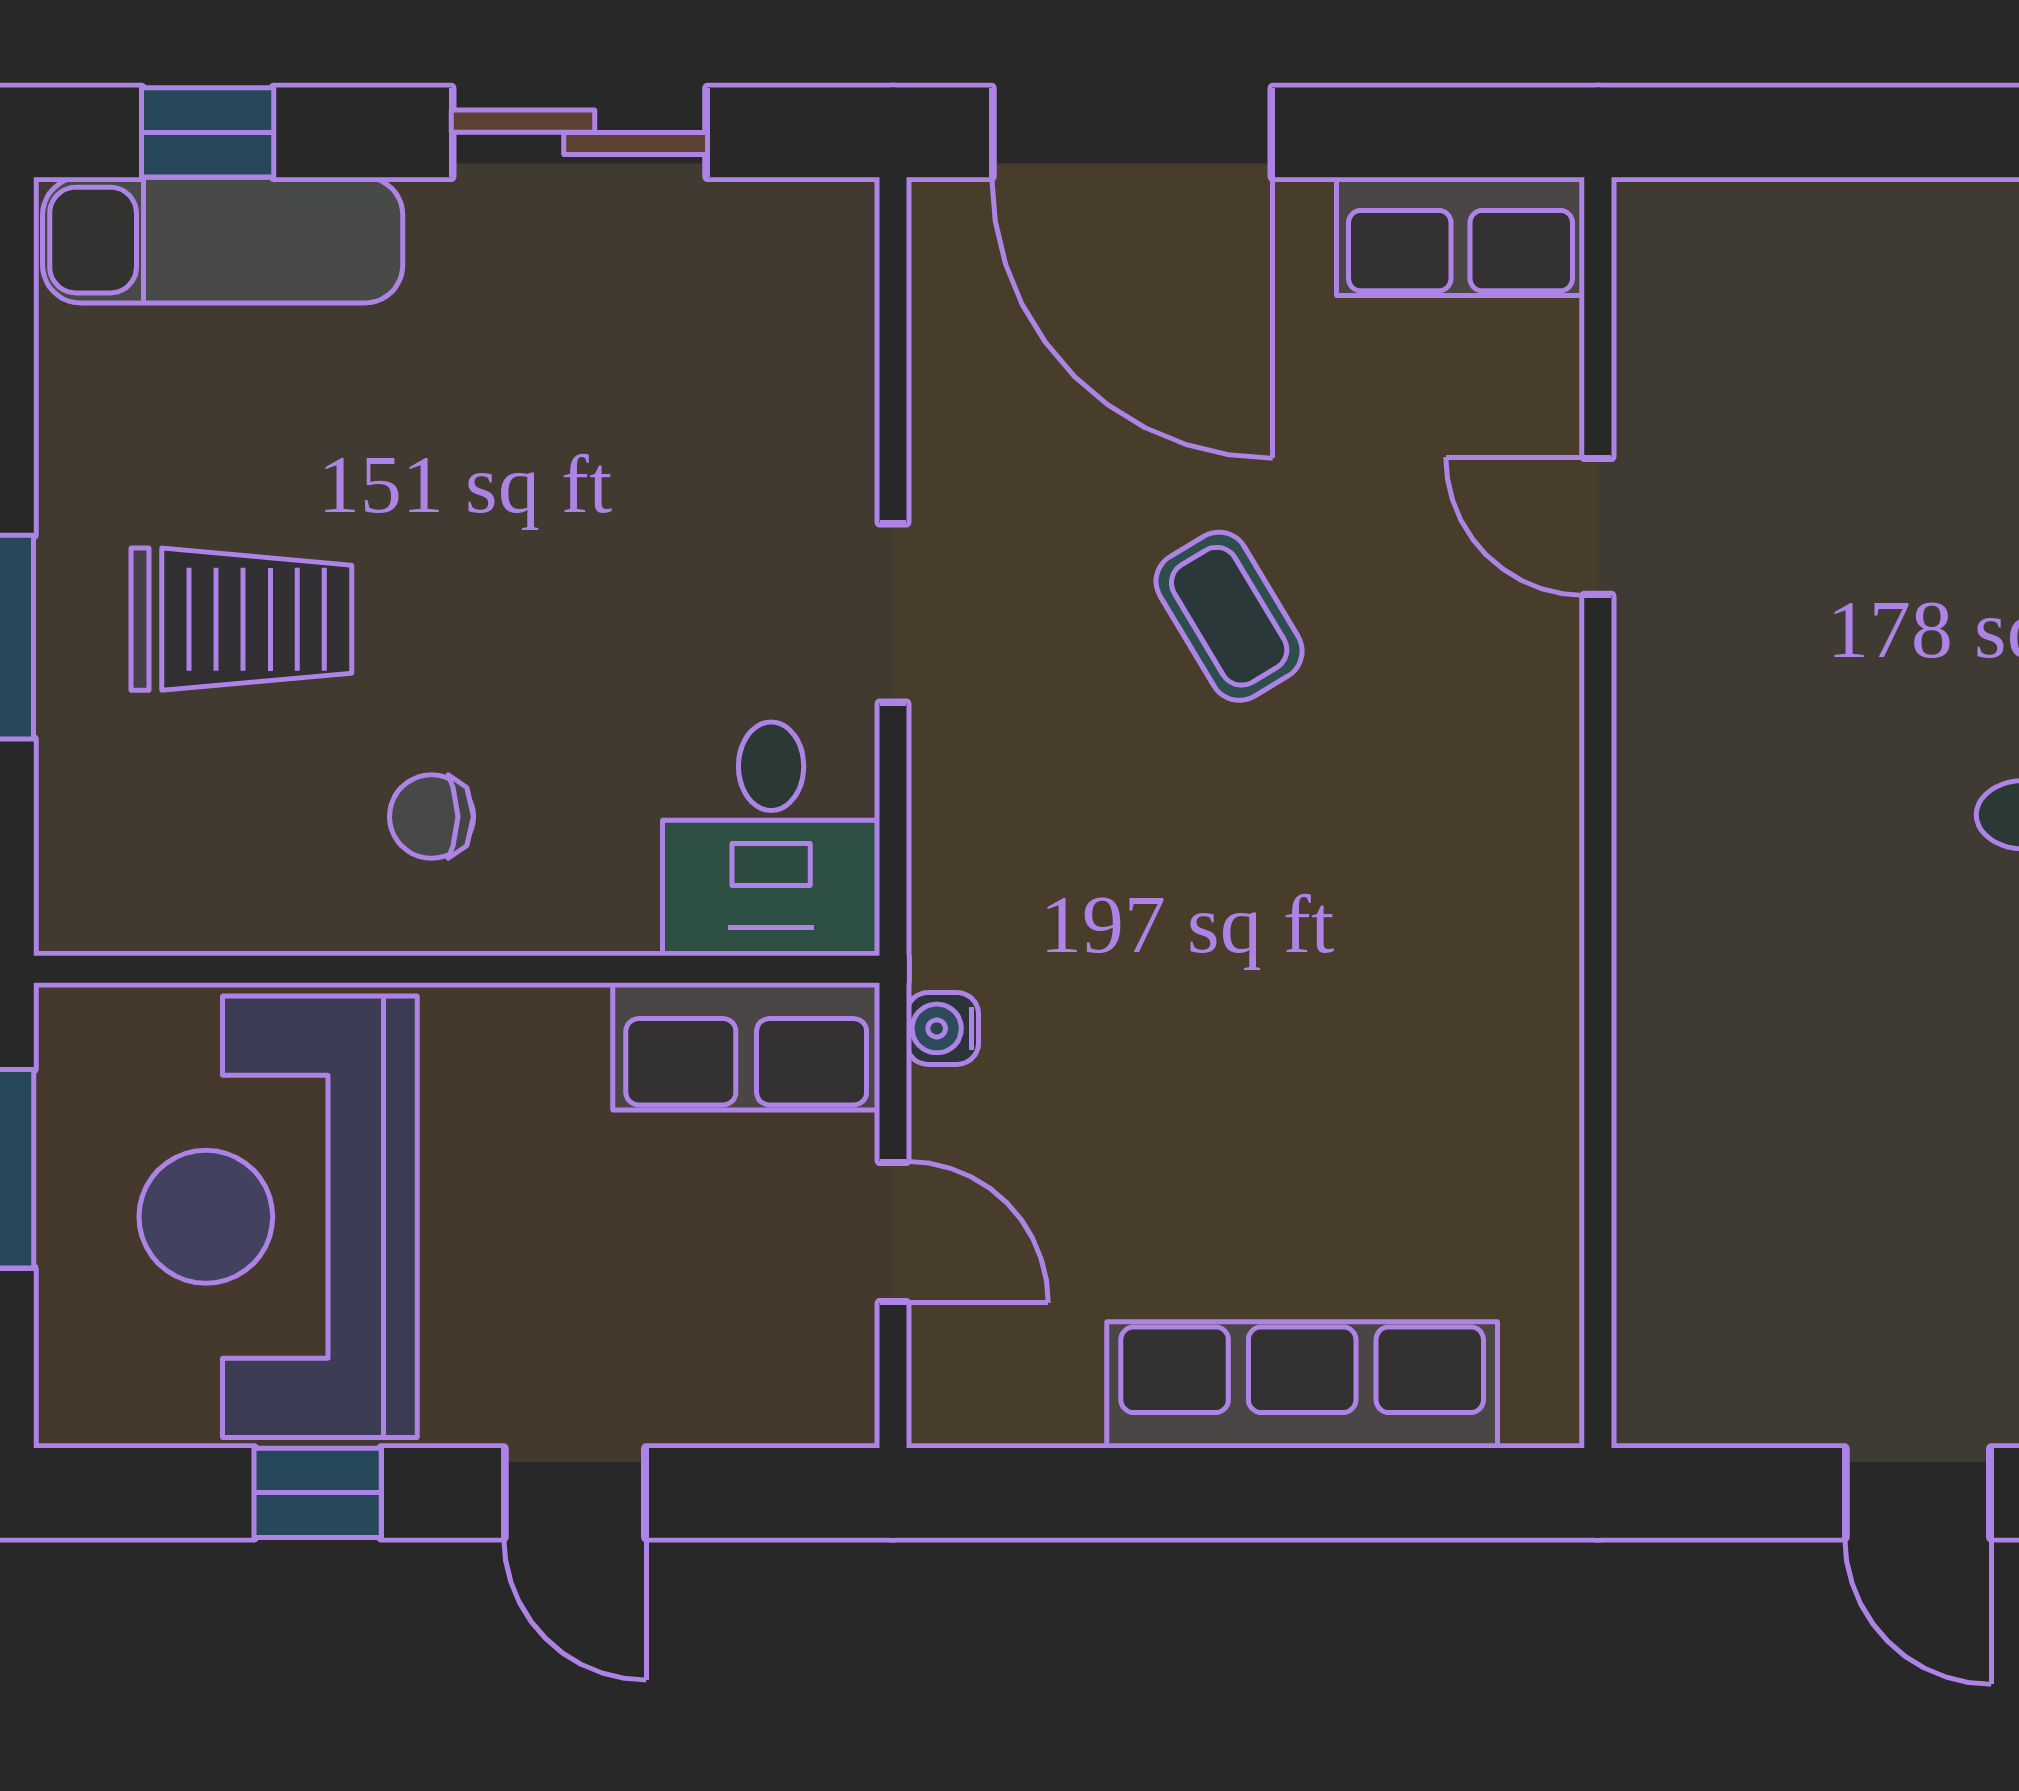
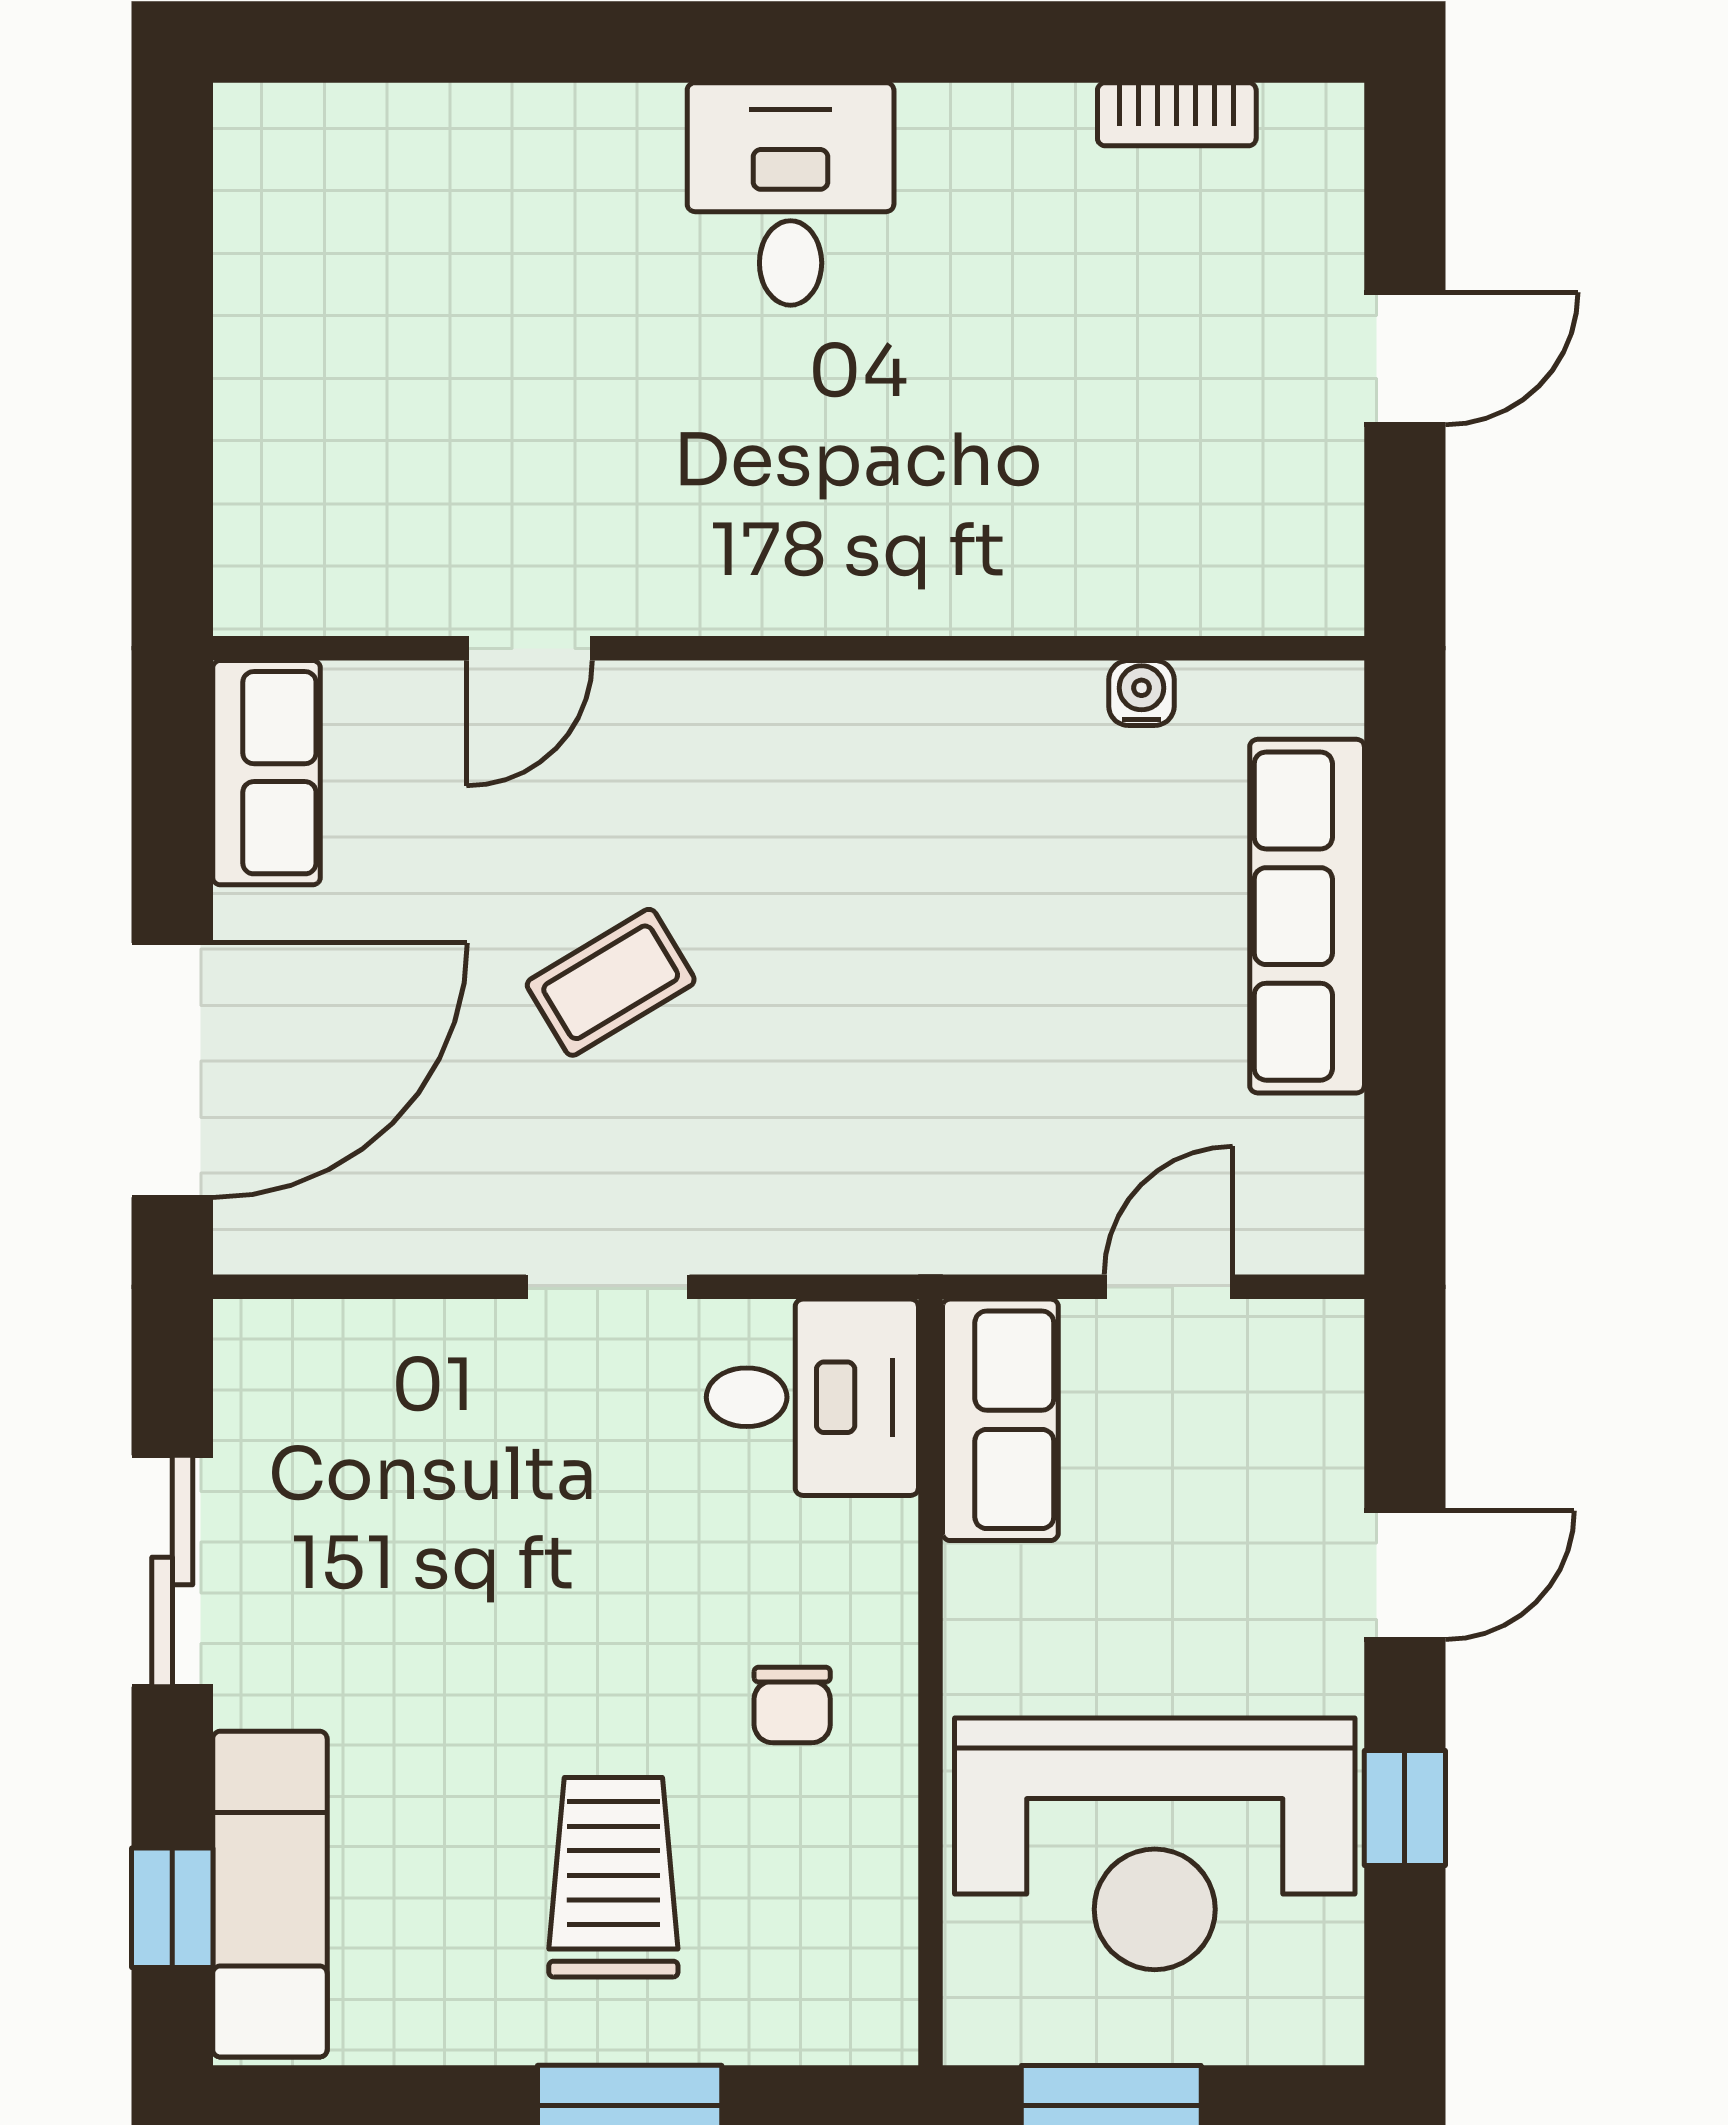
water cooler: (942, 1028) -> (1141, 693), moved, turned 180

